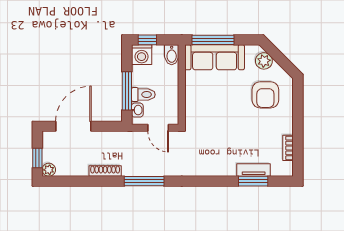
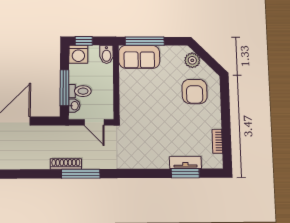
sofa: (215, 57) -> (139, 57), width x0.73
shoe rack: (105, 171) -> (66, 164), moved

